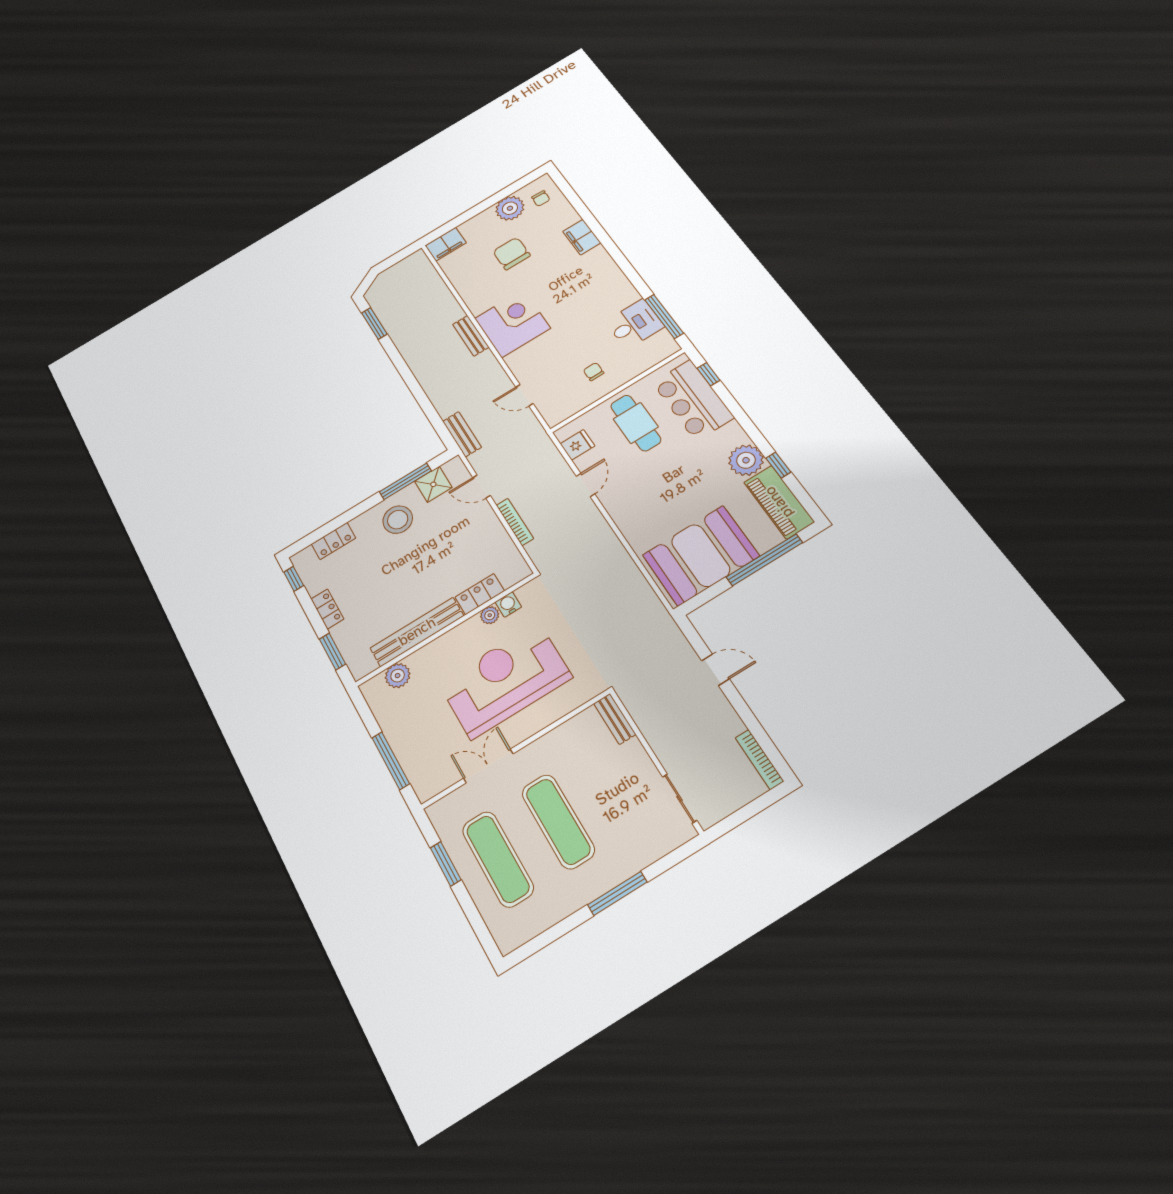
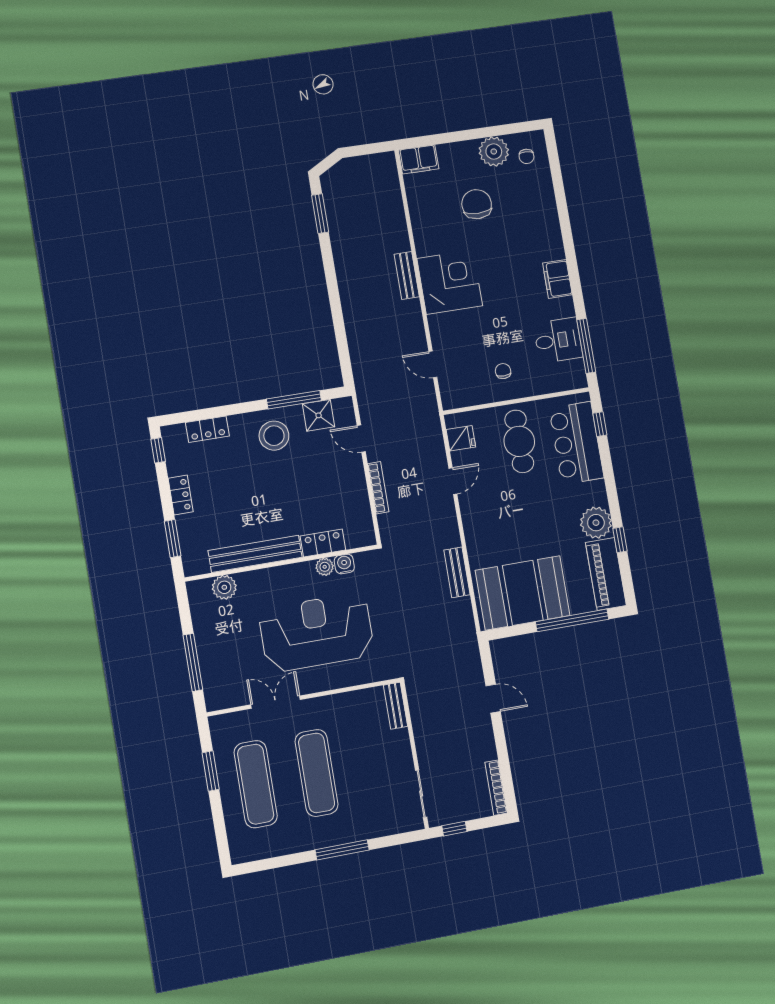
filing cabinet: (582, 237) -> (557, 279), moved
bench: (462, 434) -> (457, 572), moved
window: (732, 821) -> (454, 829), added

